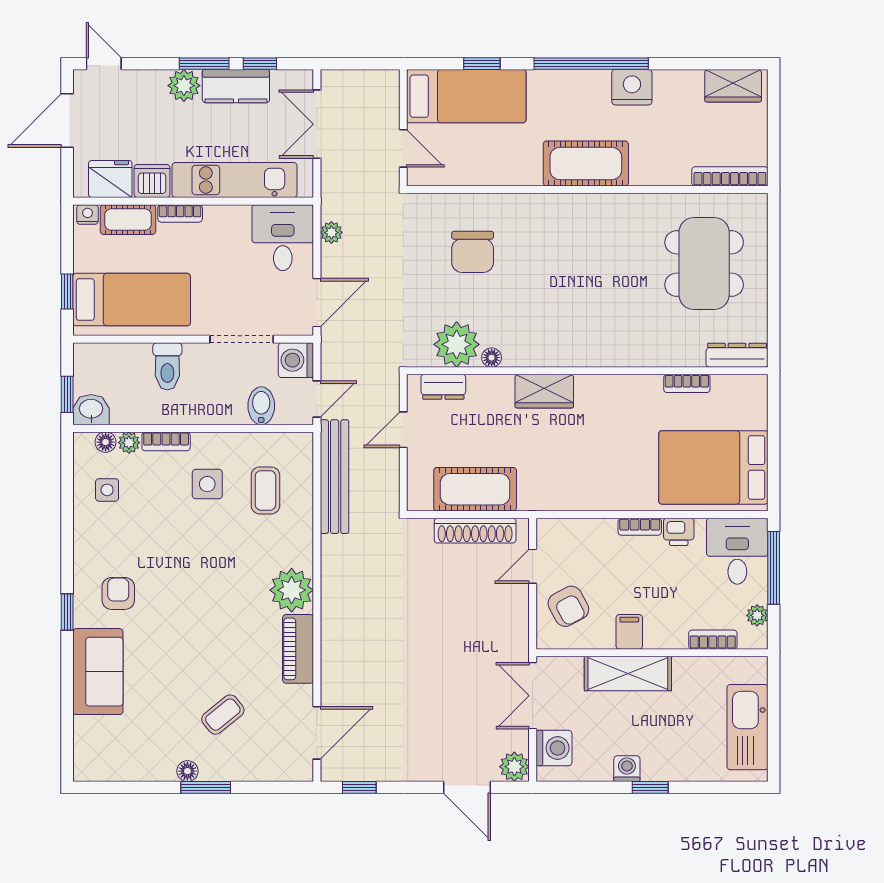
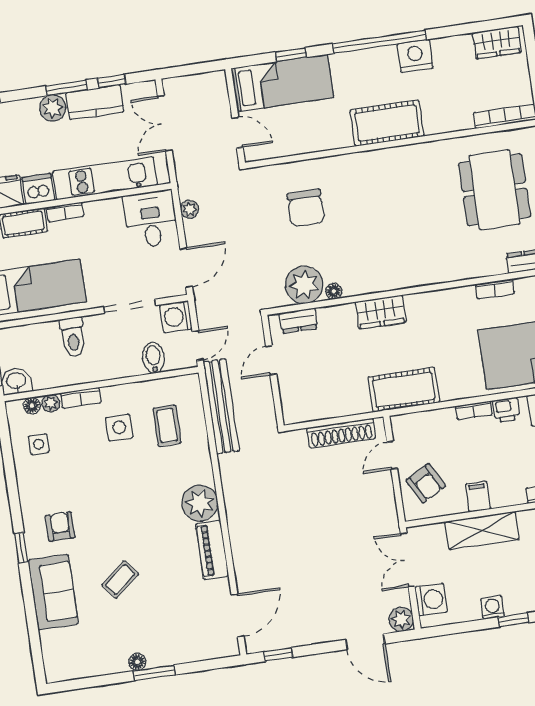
cot: (475, 489) -> (404, 390), moved
coffee table: (223, 715) -> (120, 580), moved

